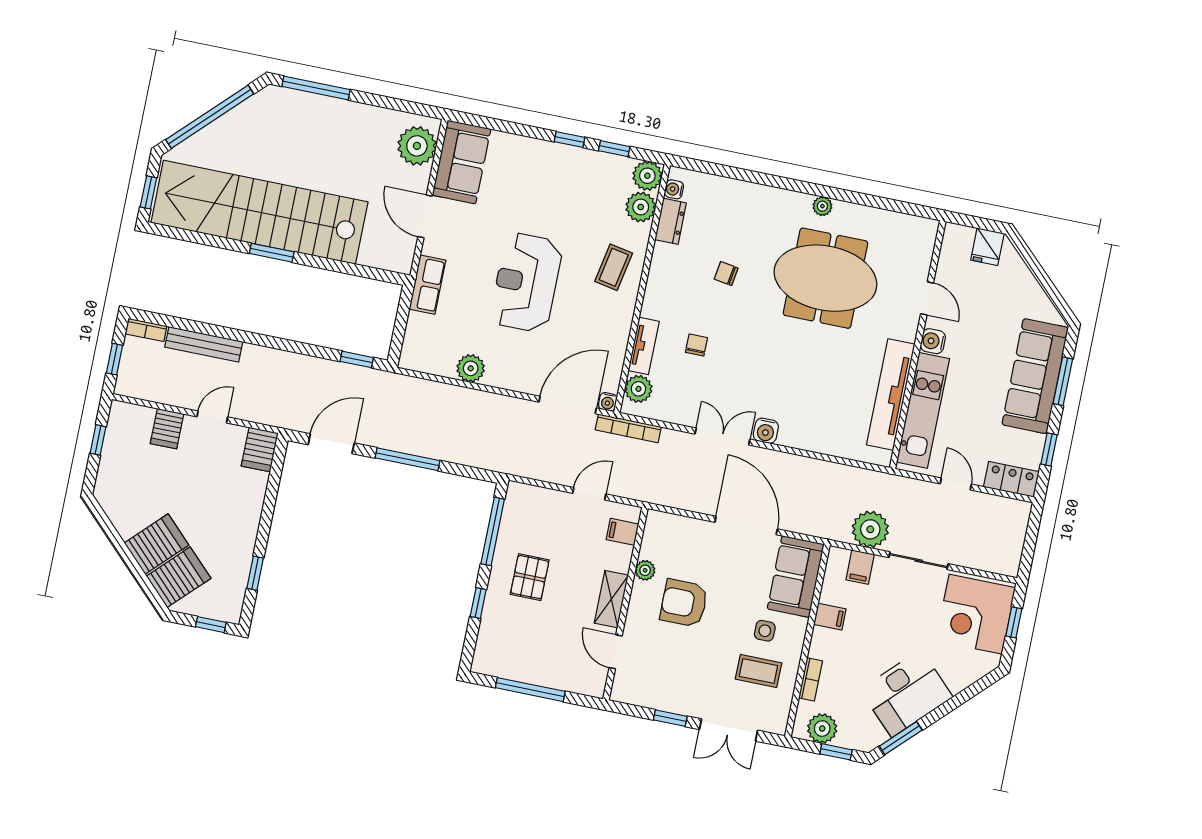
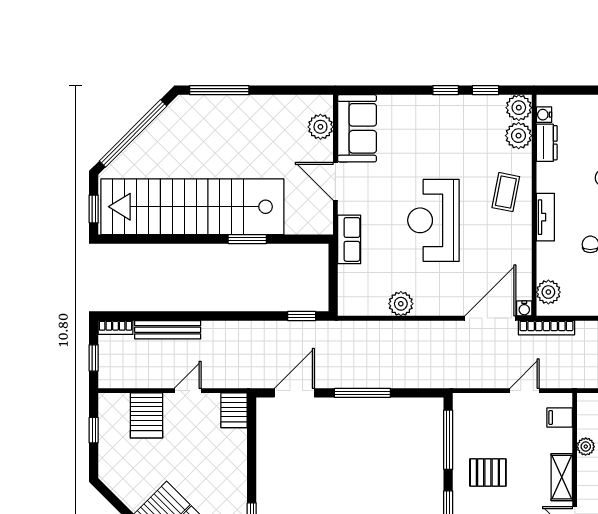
plant: (417, 146) -> (320, 127), width x0.73, depth x0.73
window: (272, 253) -> (247, 239), moved
tv unit: (644, 346) -> (545, 217), moved
server rack: (167, 429) -> (146, 415), width x1.36, depth x1.44
pallet: (530, 577) -> (488, 473), turned 90

